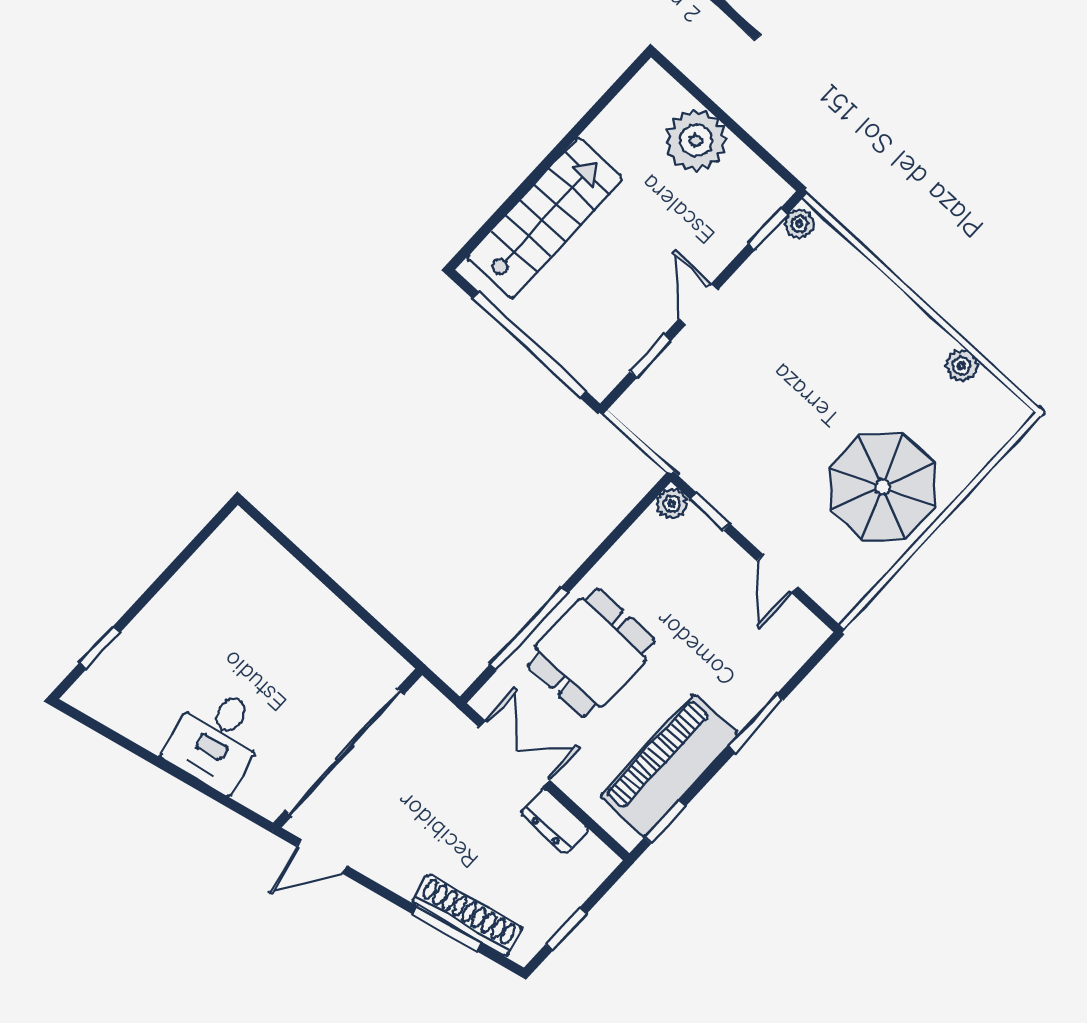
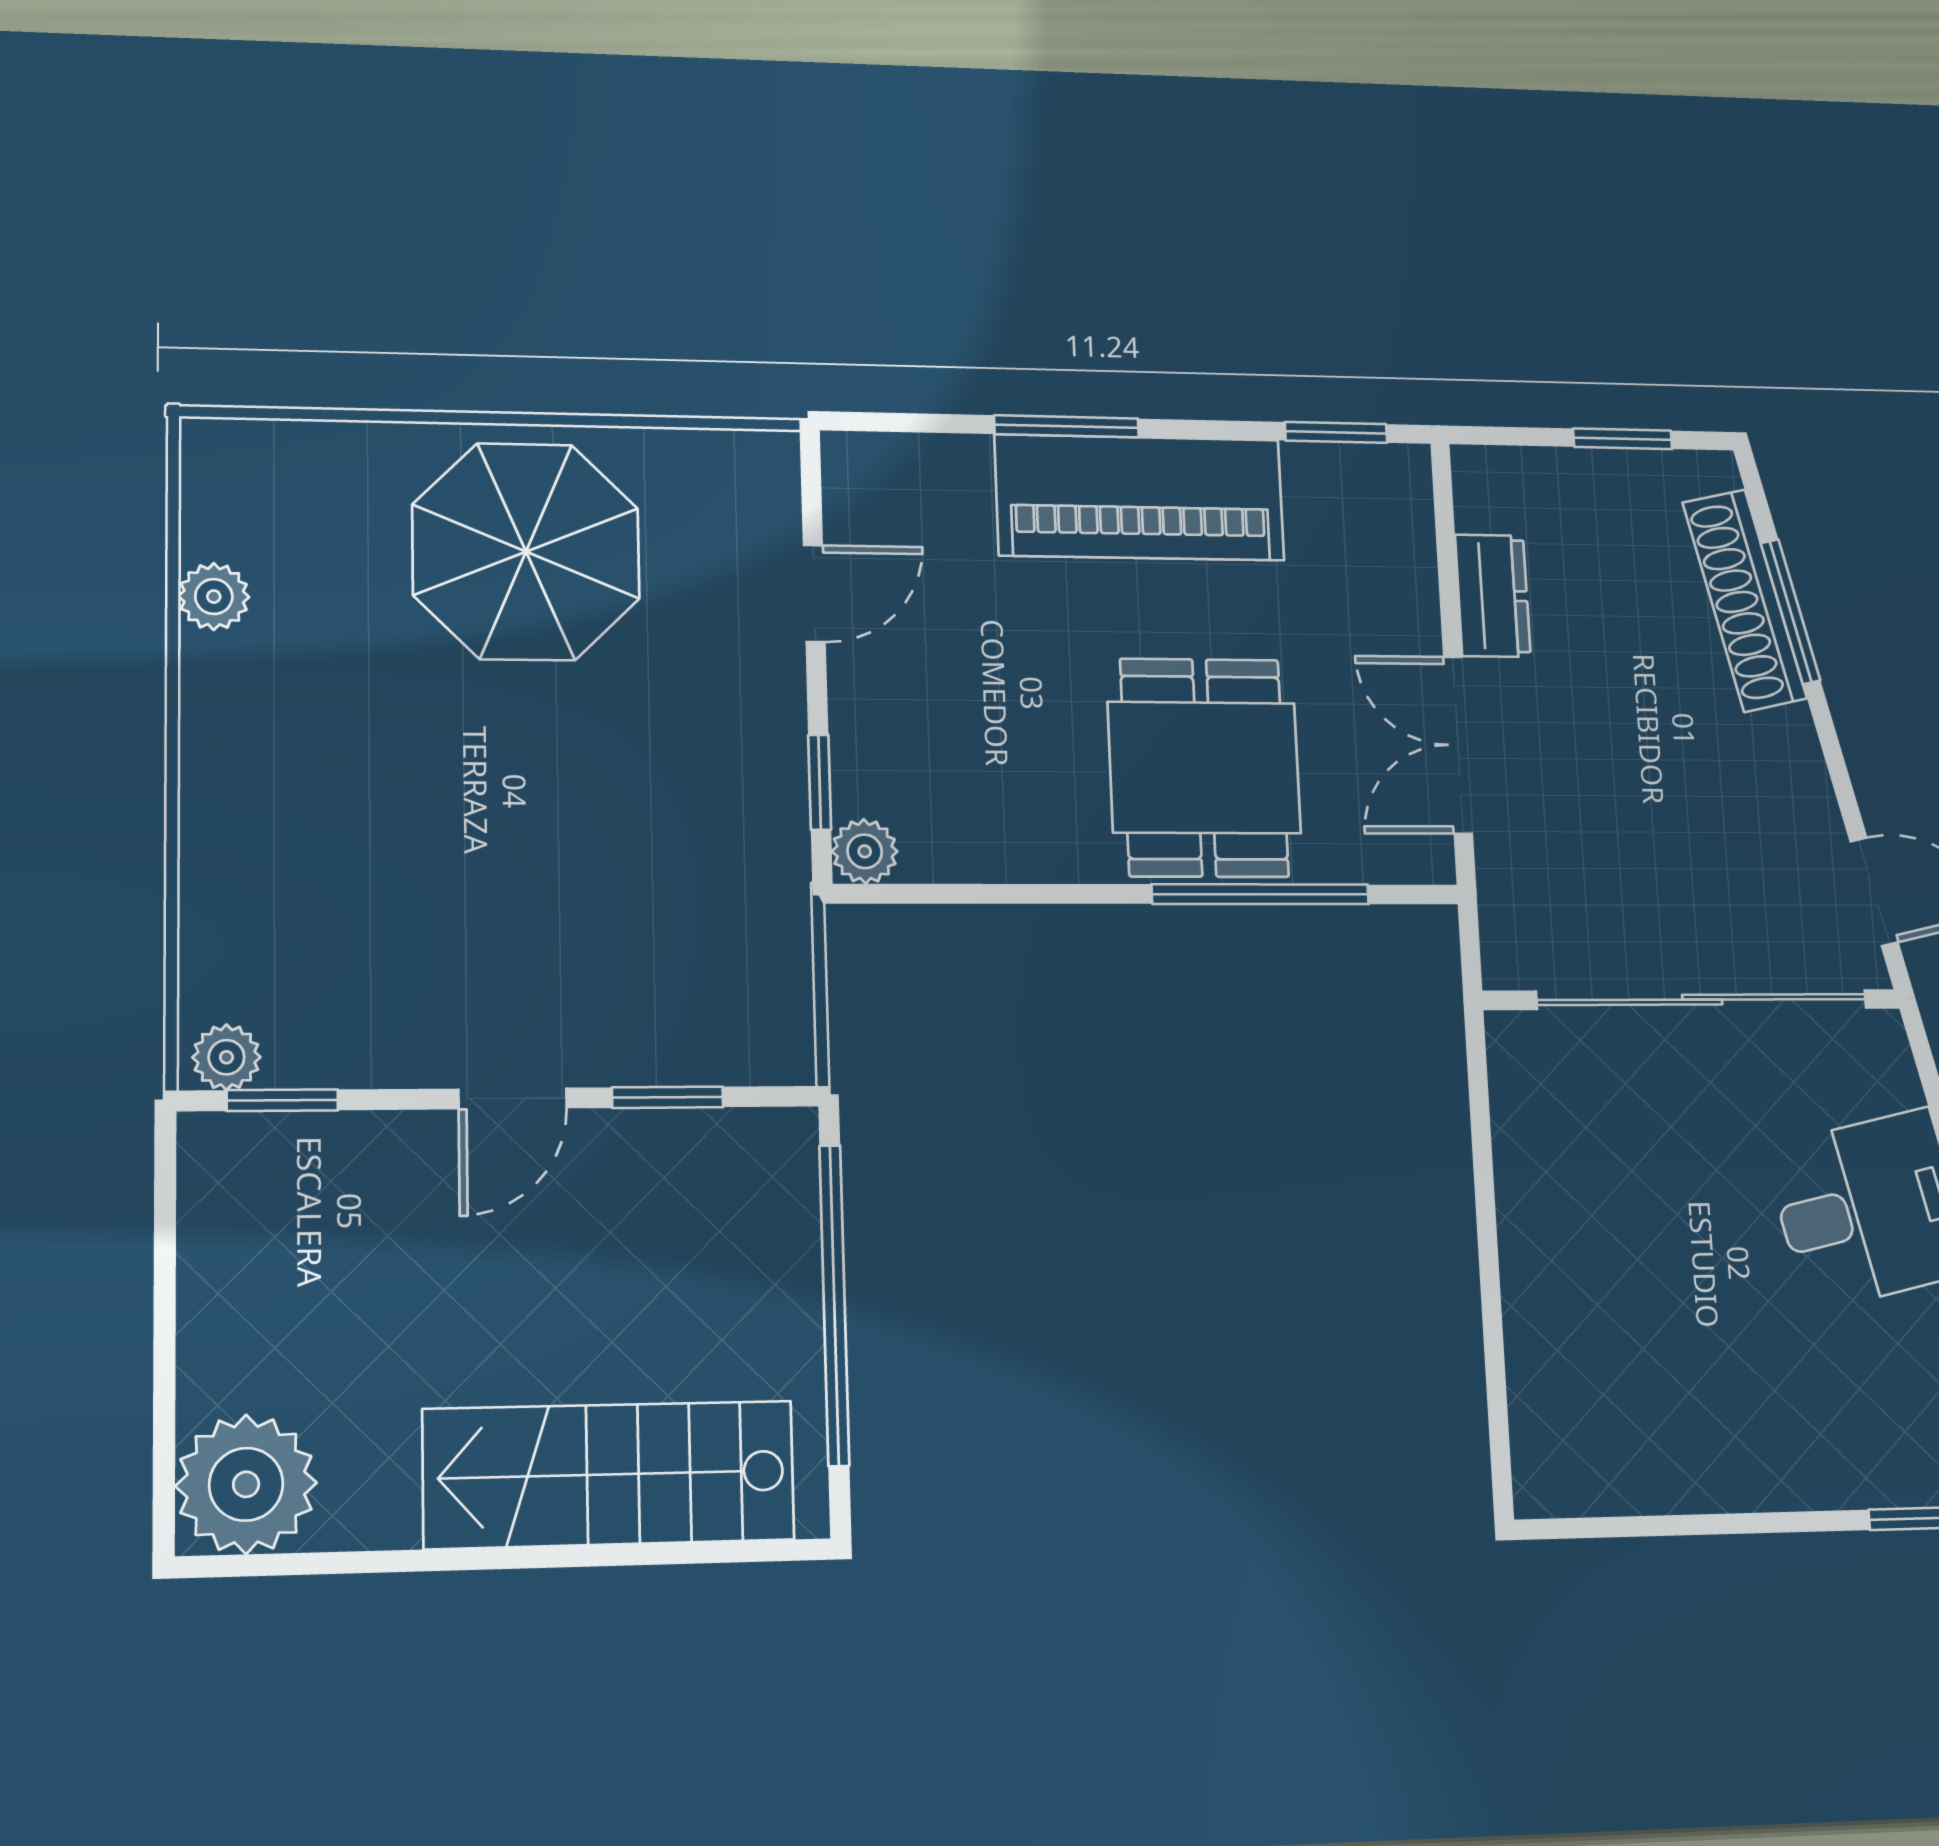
plant: (696, 140) -> (246, 1484), moved
dining table: (591, 653) -> (1204, 768), turned 90
piano: (669, 765) -> (1140, 498), moved

